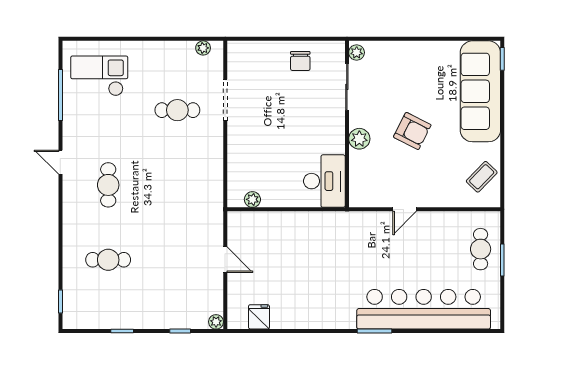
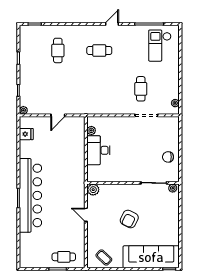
checkout: (99, 76) -> (160, 46), turned 180
plant: (359, 139) -> (93, 190), moved
desk: (324, 181) -> (98, 150), moved, turned 90
bar counter: (424, 309) -> (30, 195), moved

